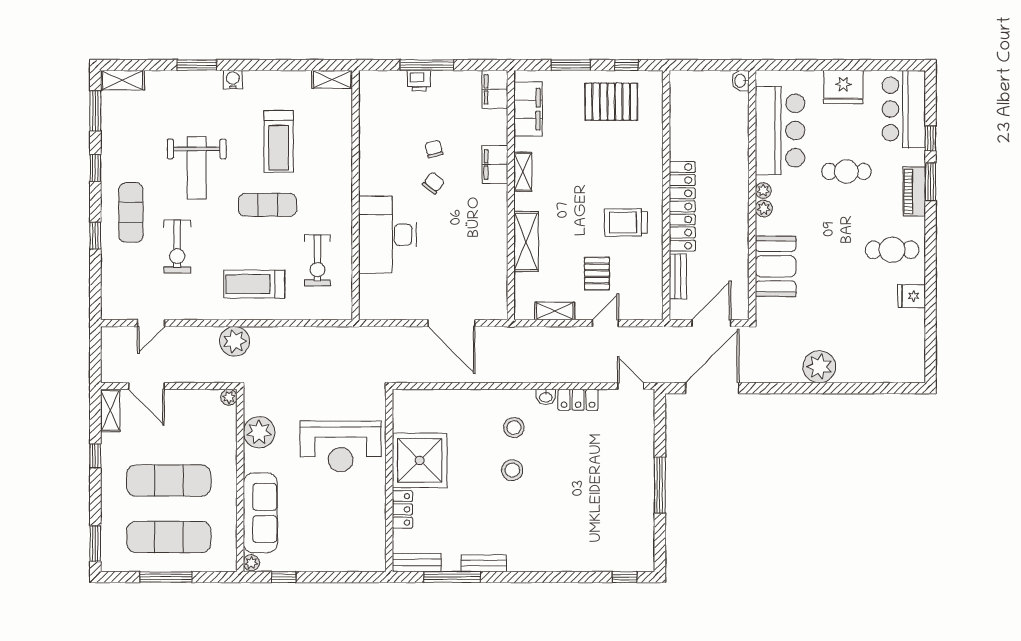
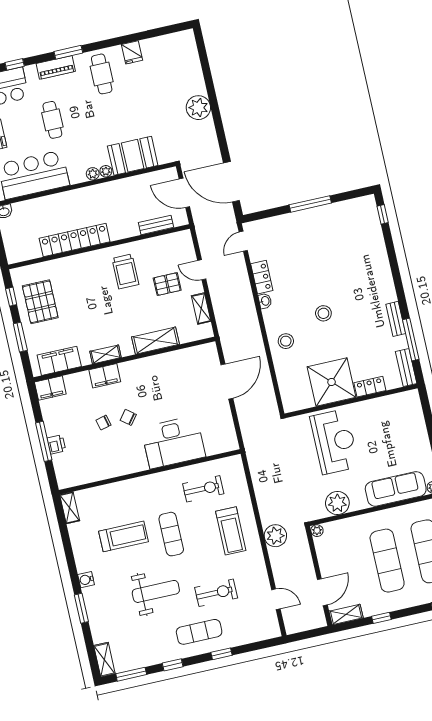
window: (930, 182) -> (68, 52), moved
plant: (763, 190) -> (106, 171), moved
locker: (682, 206) -> (75, 240), moved
stool: (514, 428) -> (286, 341), moved

